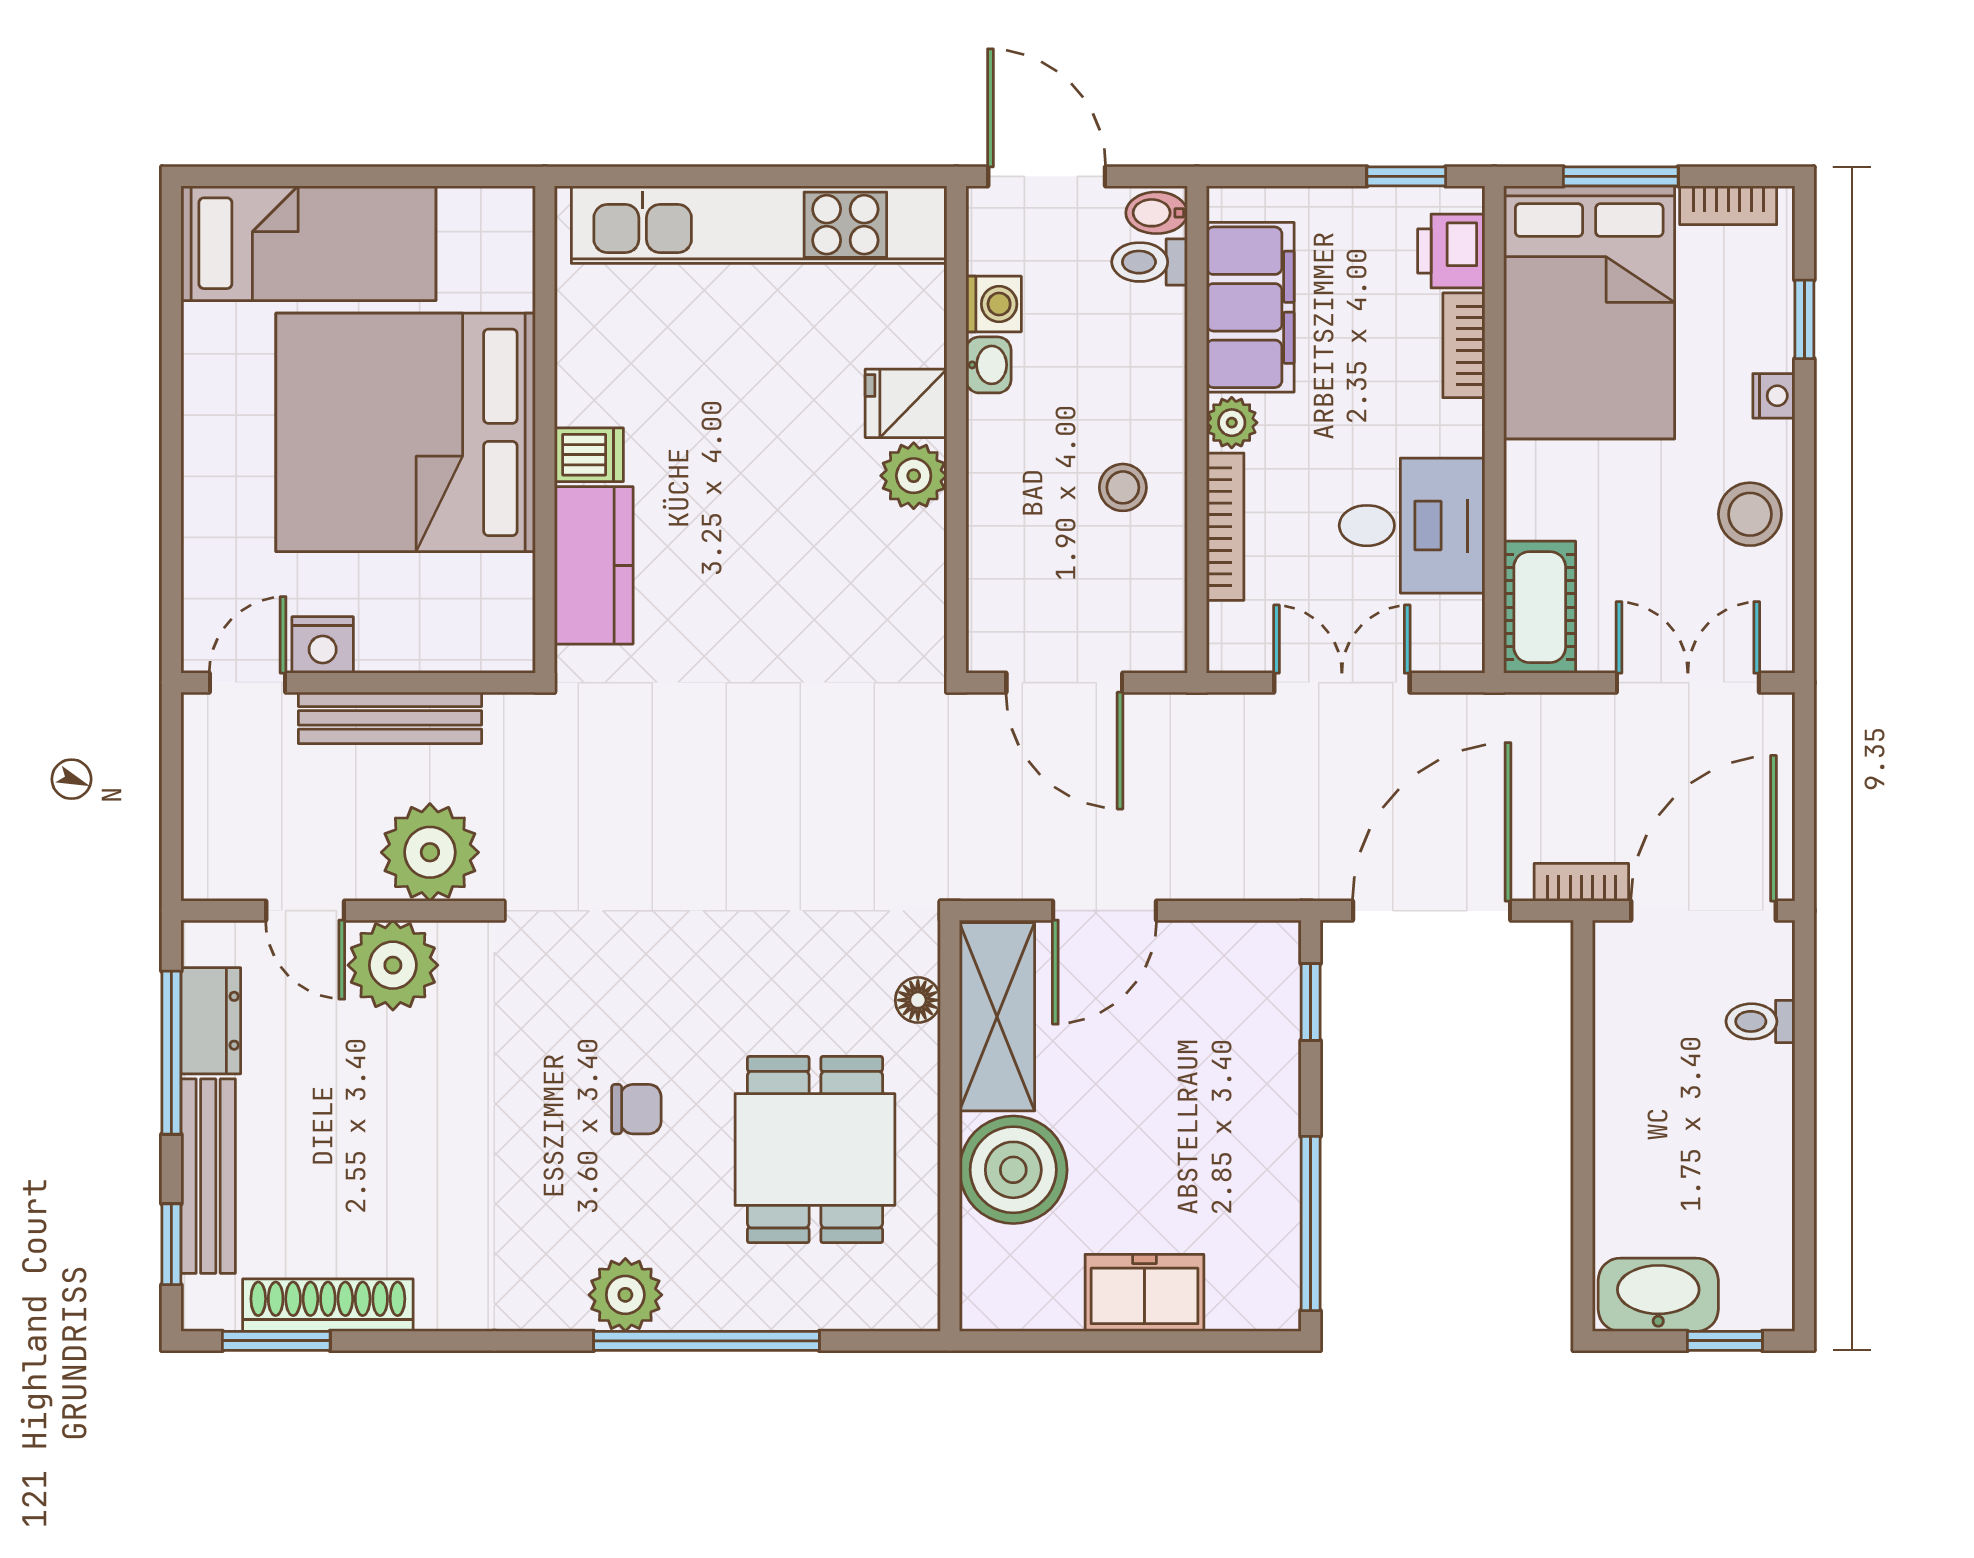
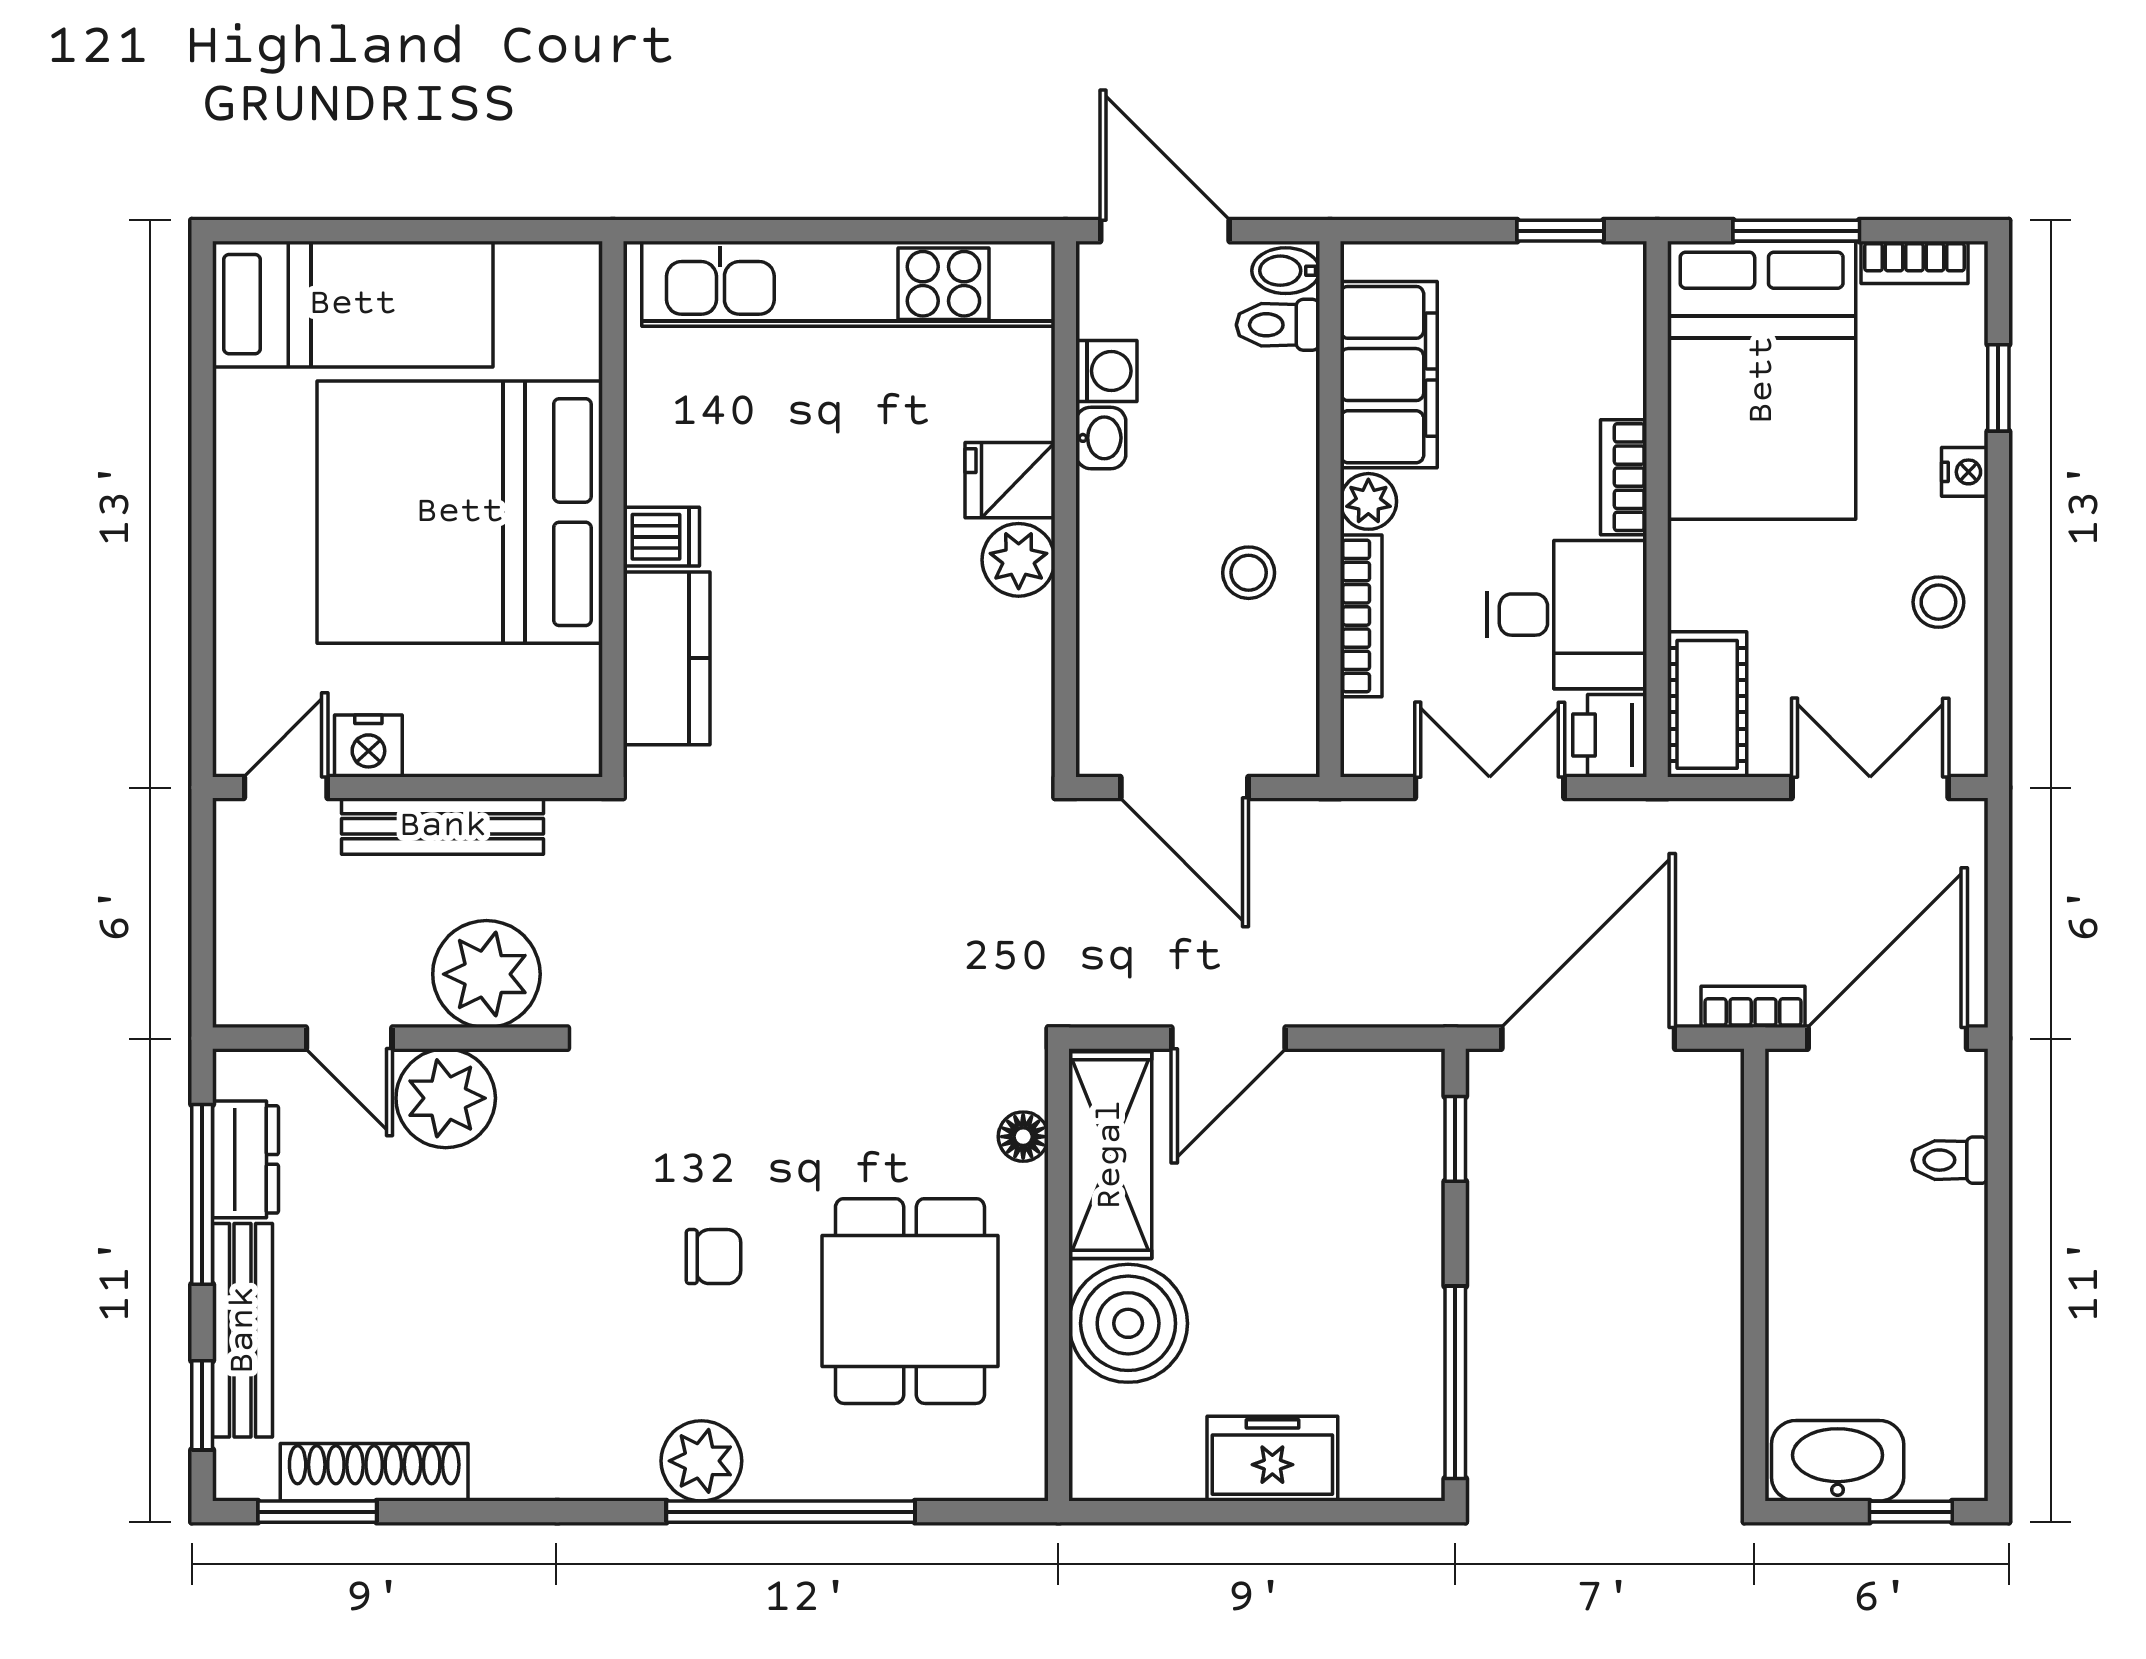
printer: (1451, 251) -> (1610, 735), moved
bookcase: (1464, 345) -> (1624, 477), moved
stool: (1750, 514) -> (1938, 602), width x0.73, depth x0.73

